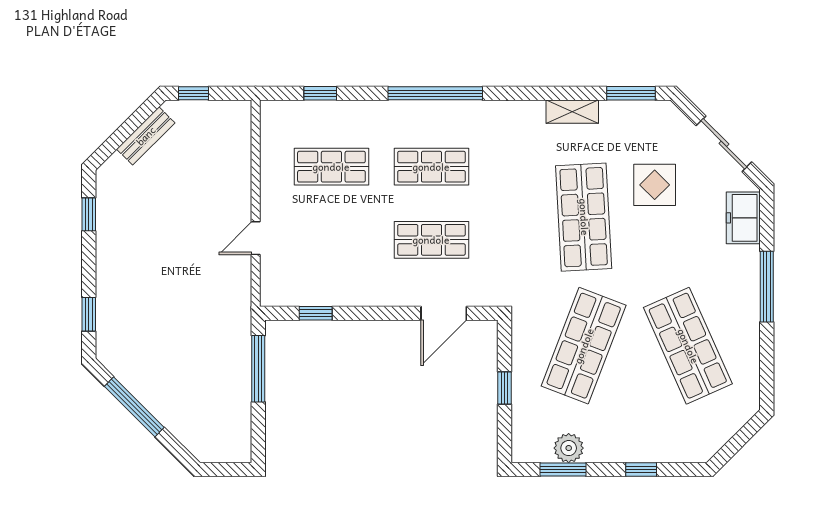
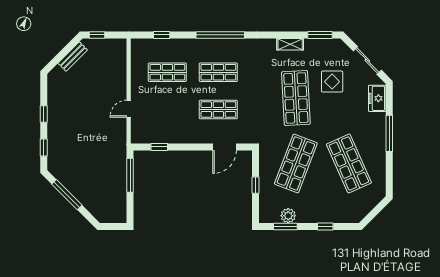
window: (89, 214) -> (44, 114), moved

